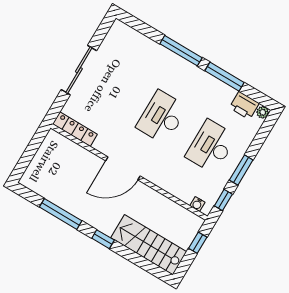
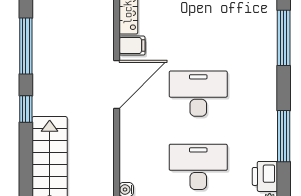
window: (181, 51) -> (284, 38), moved
filing cabinet: (103, 142) -> (132, 46), added
door: (123, 168) -> (117, 84), swing flipped

